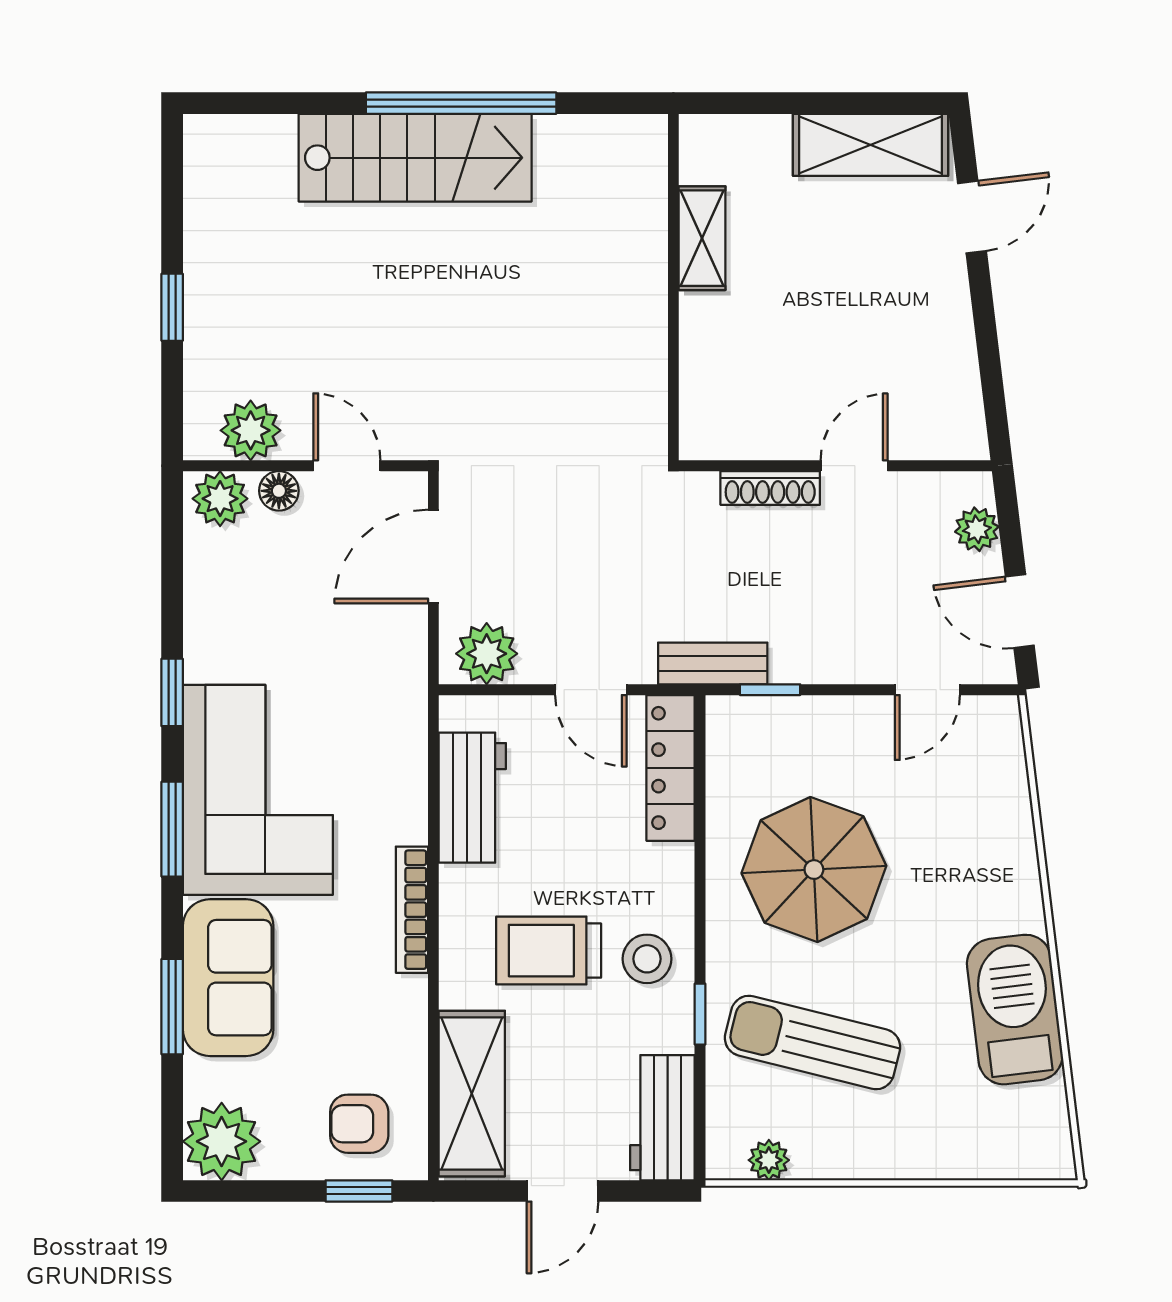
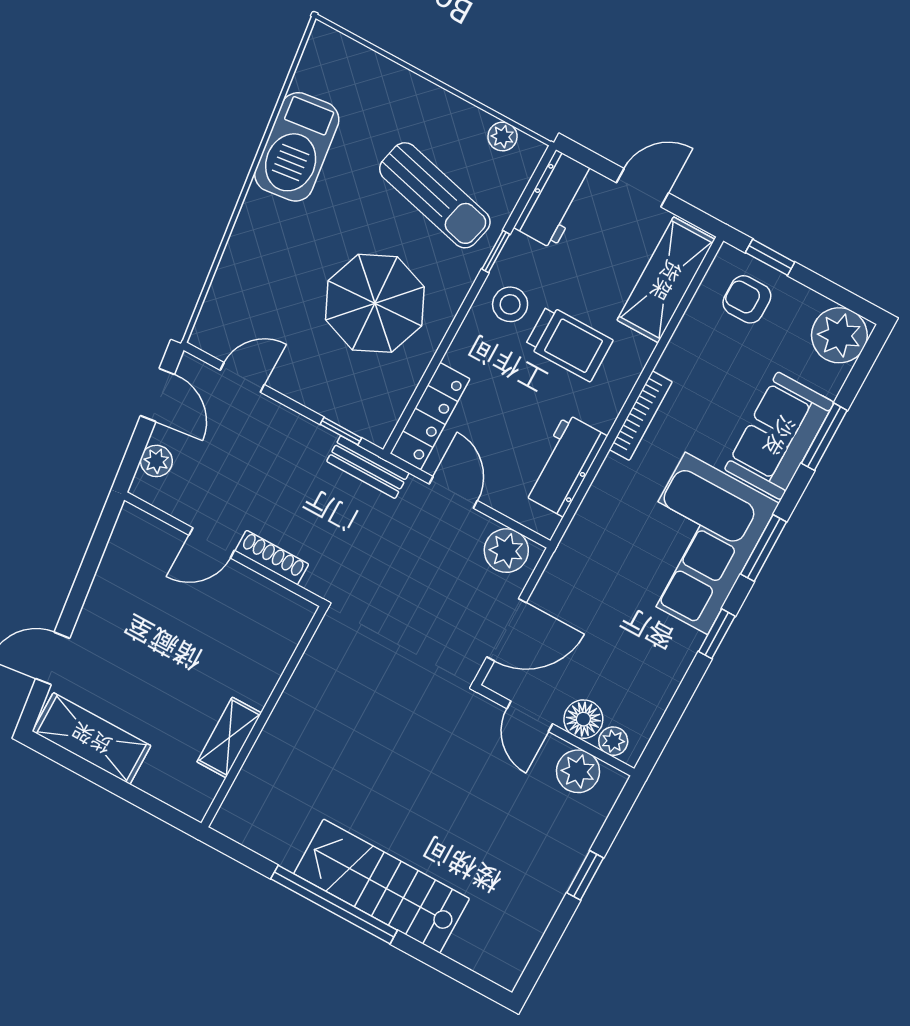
floor lamp: (279, 491) -> (583, 719), width x1.37, depth x1.37
plant: (220, 499) -> (613, 741), width x0.73, depth x0.73
armchair: (359, 1124) -> (747, 299), turned 180

